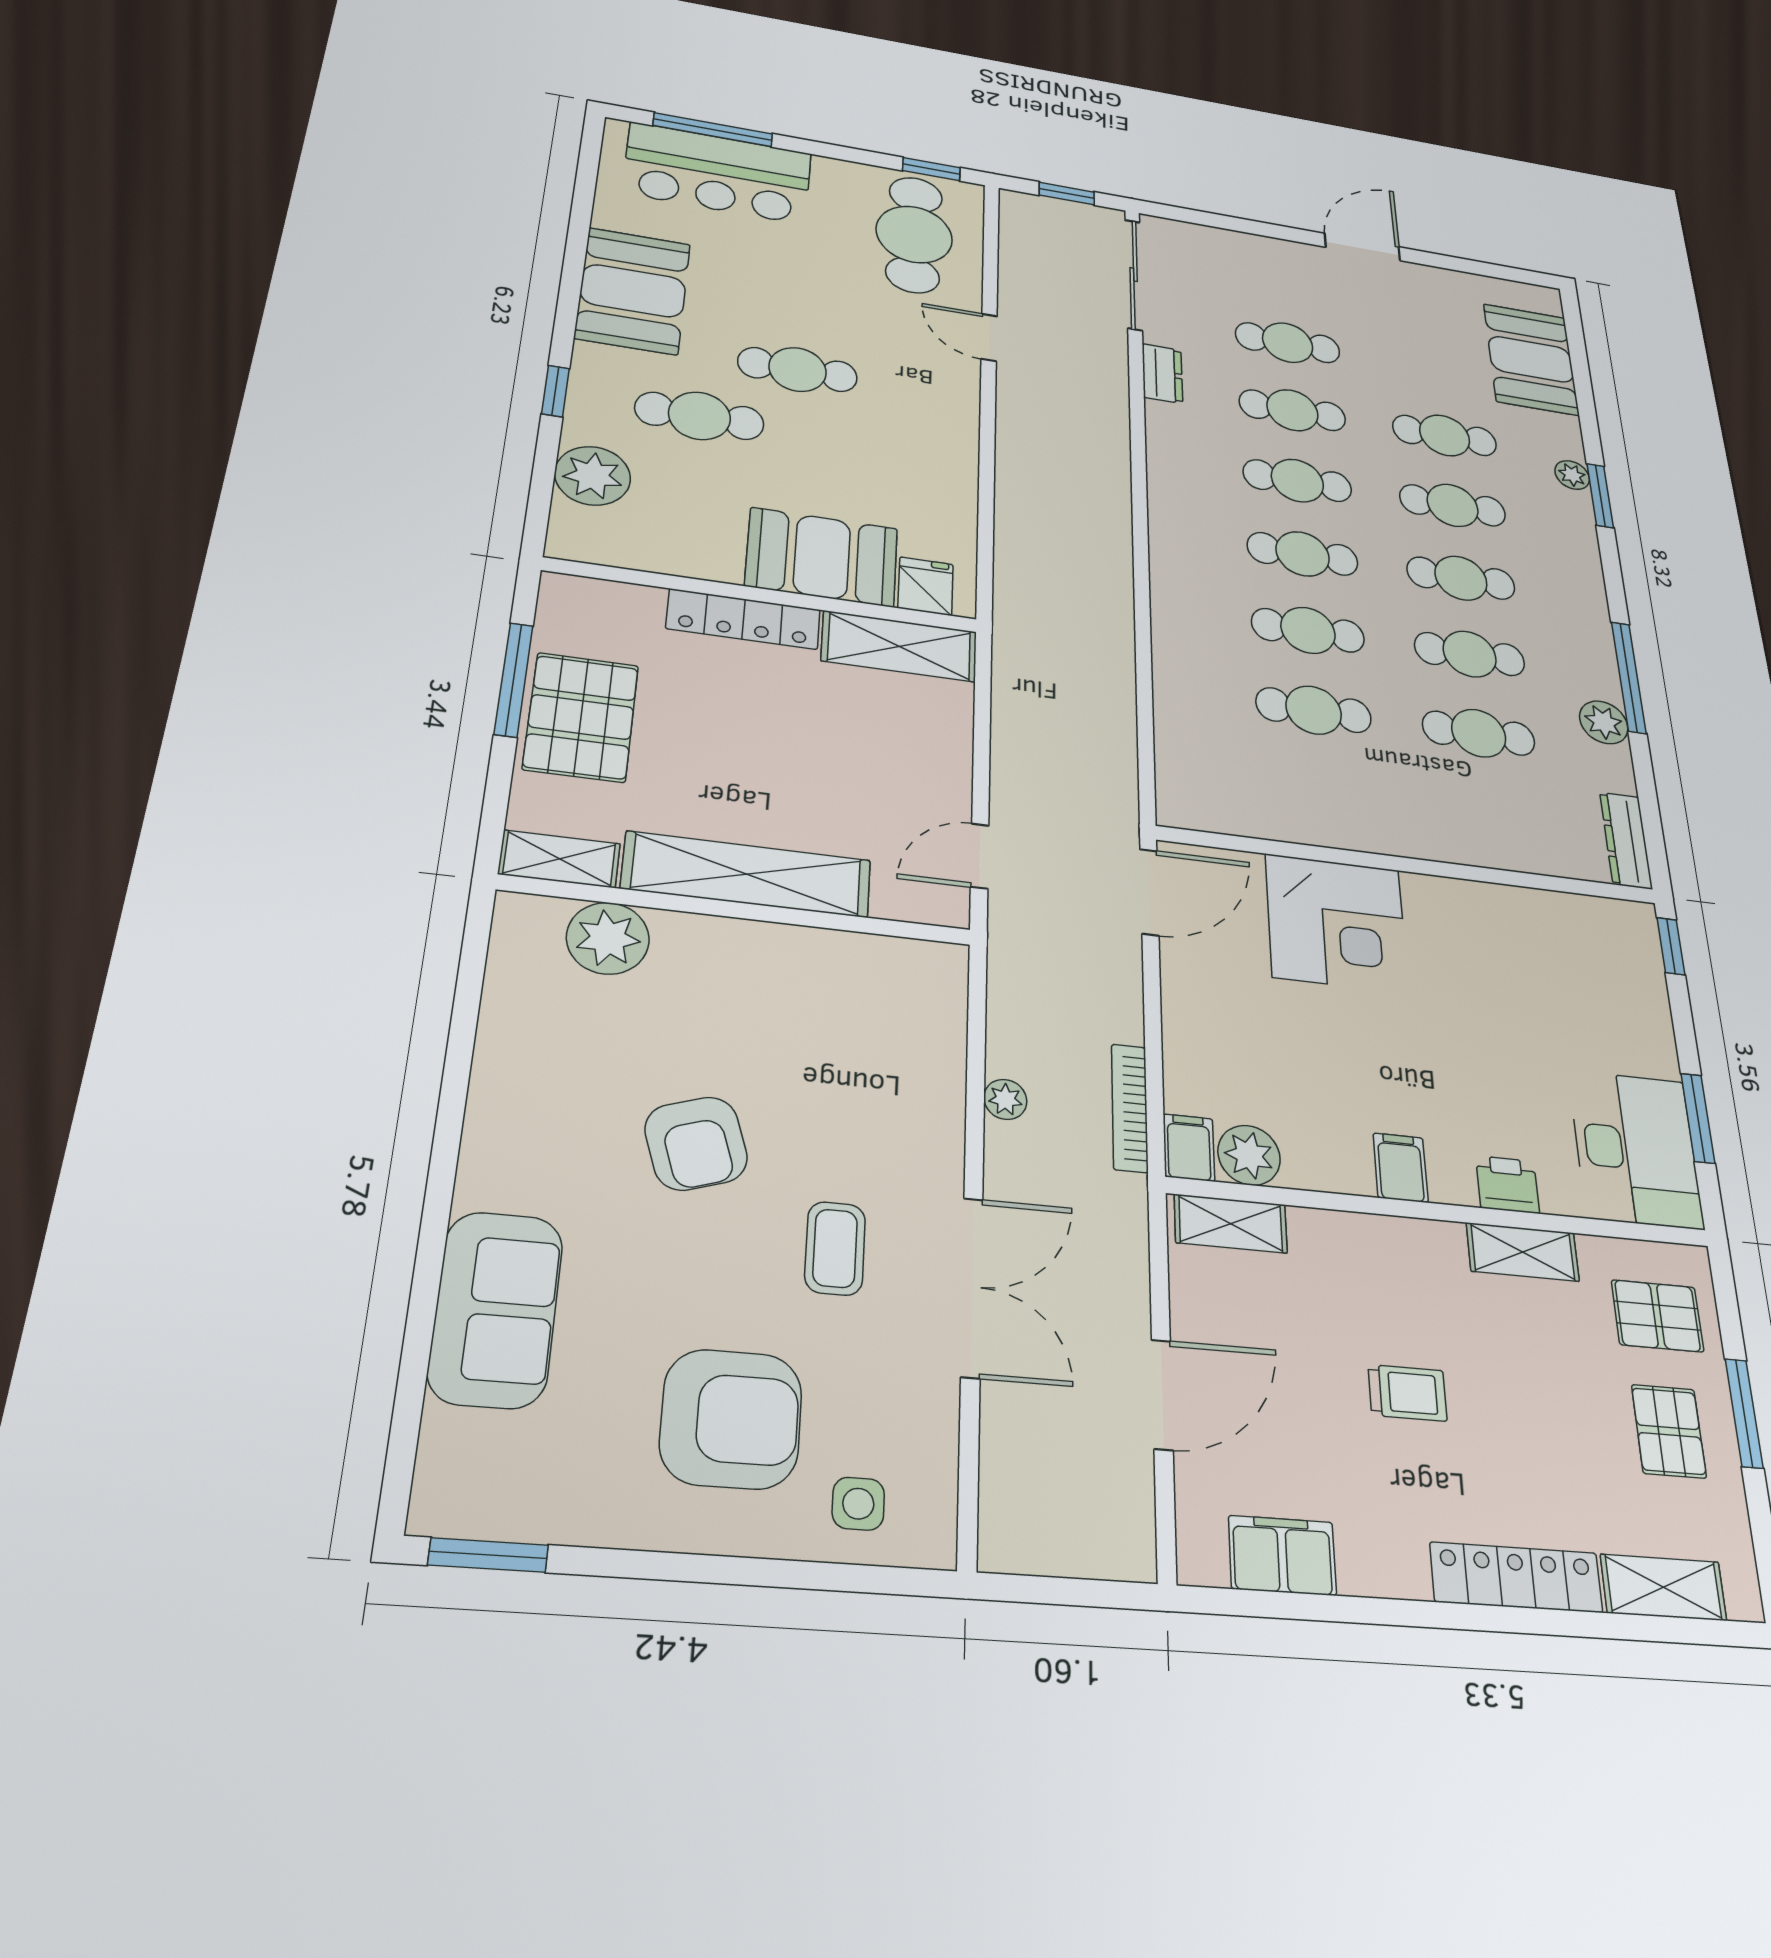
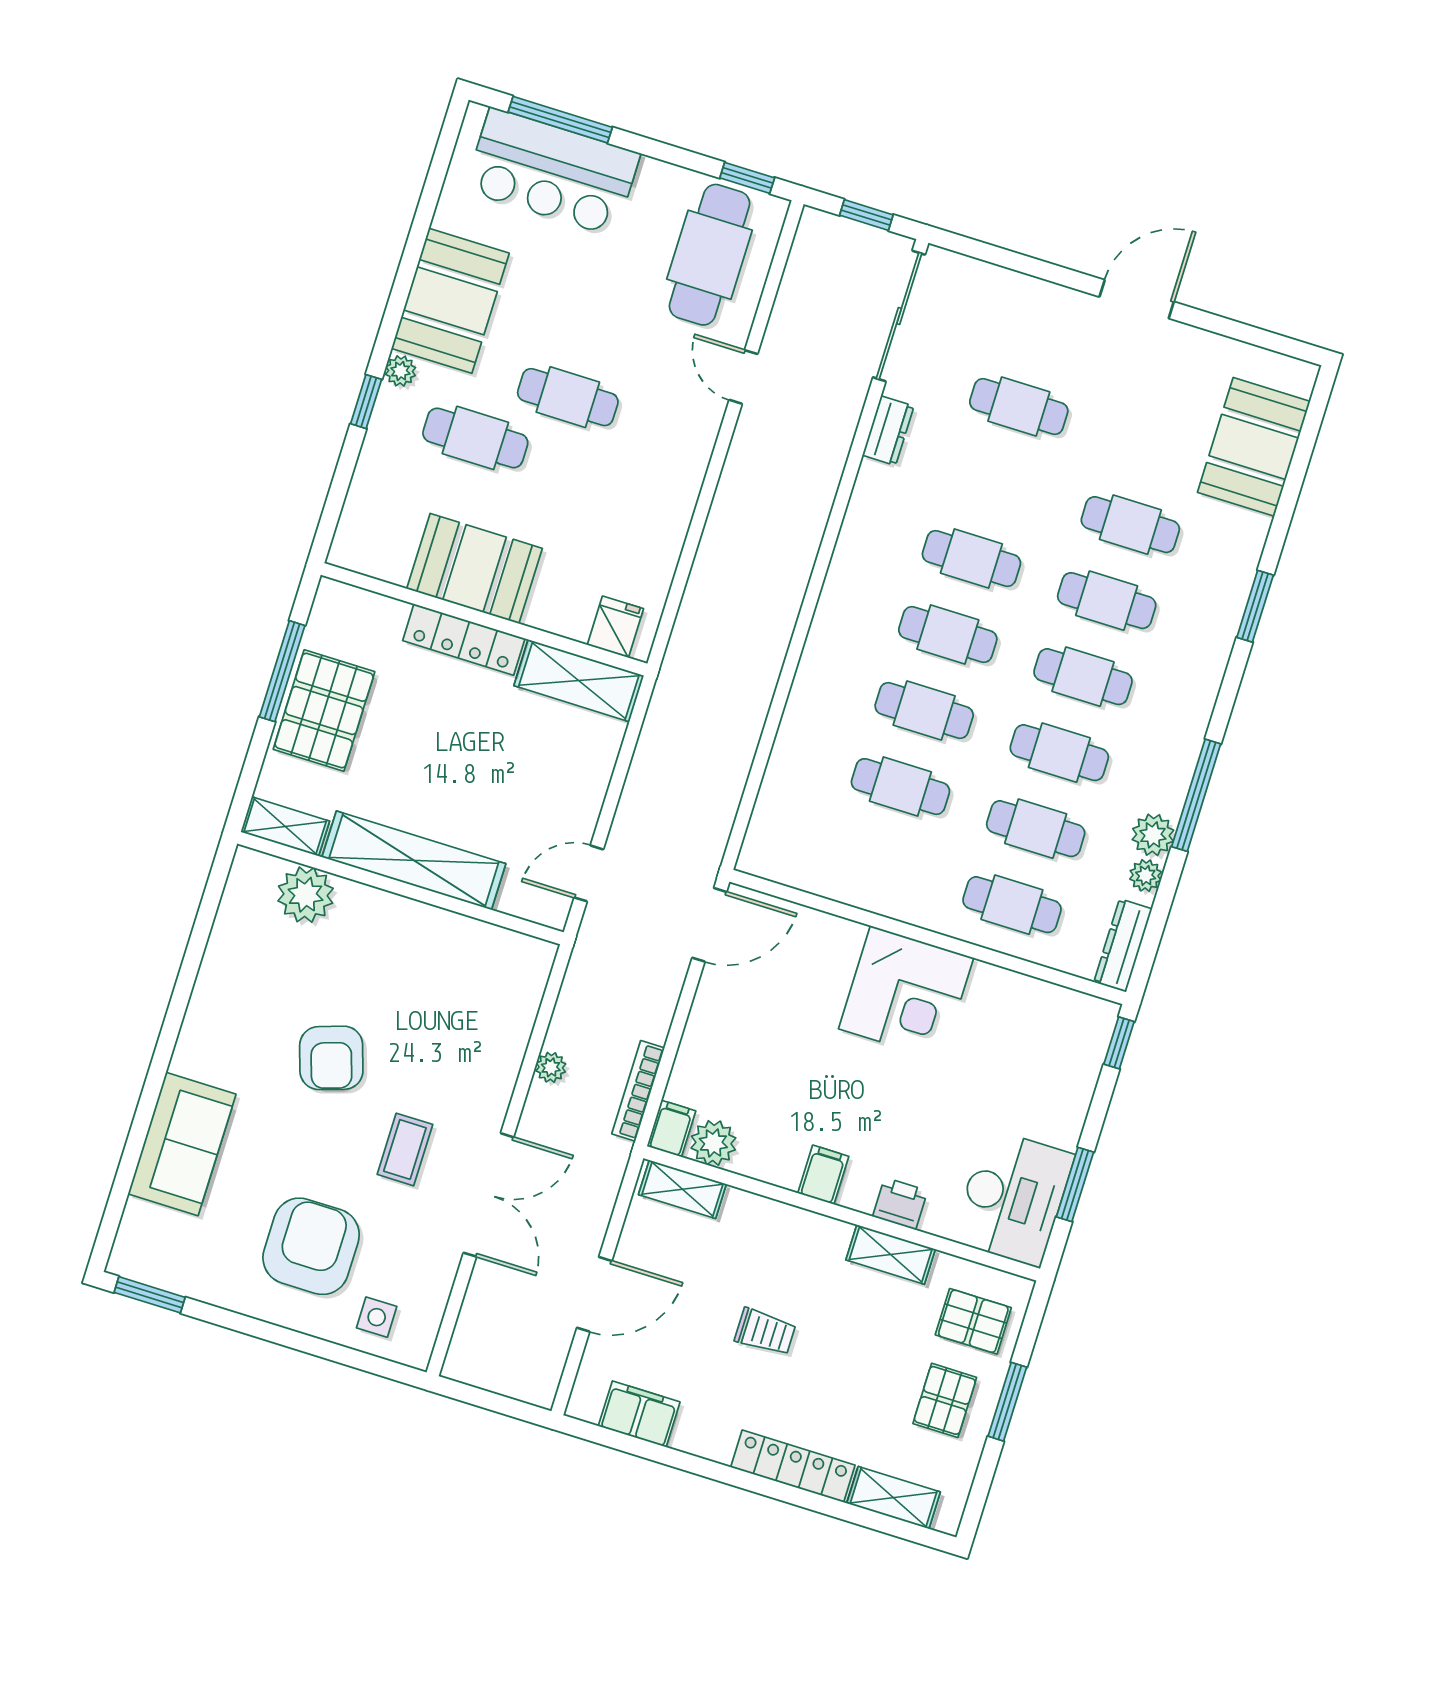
cafe table: (1292, 410) -> (1012, 905), moved
plant: (1572, 475) -> (1146, 875), moved
plant: (593, 476) -> (400, 371), moved, width x0.53, depth x0.53
booth: (822, 557) -> (474, 569), moved
corner desk: (1336, 923) -> (906, 993), moved
armchair: (731, 1419) -> (311, 1246), turned -90

